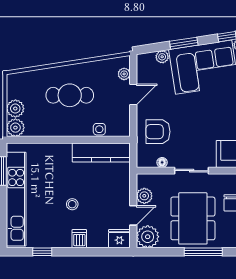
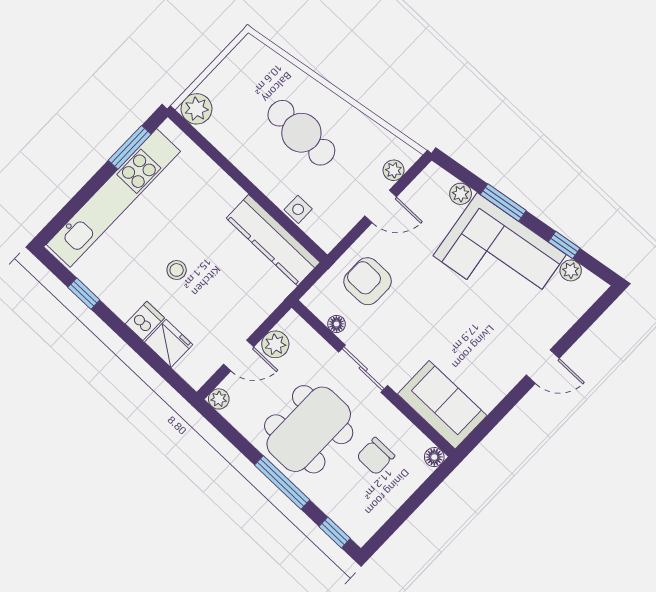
plant: (15, 109) -> (219, 85), removed
plant: (148, 237) -> (219, 399), width x0.53, depth x0.53
fridge: (119, 239) -> (169, 343), moved

